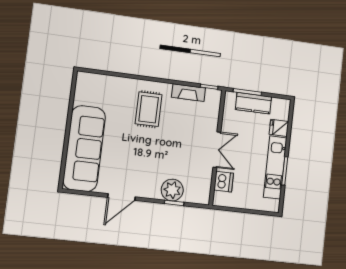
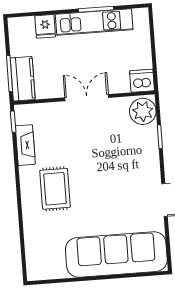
kitchen counter: (253, 103) -> (23, 79), moved
rug: (149, 109) -> (55, 189), turned 90
dishwasher: (224, 182) -> (142, 81), moved
plant: (172, 190) -> (143, 111), moved

